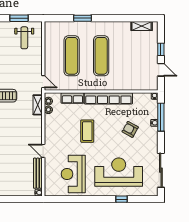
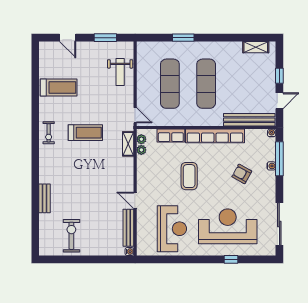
weight bench: (24, 38) -> (120, 72), moved
door: (161, 70) -> (279, 101), hinge flipped
bench: (136, 85) -> (249, 120), added
reception desk: (73, 174) -> (172, 229), turned 180

